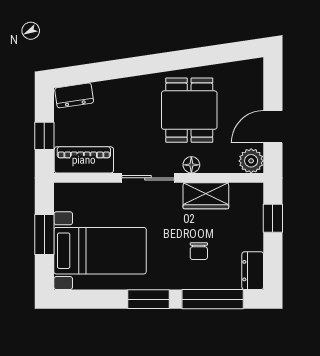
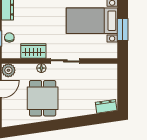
window: (44, 136) -> (123, 84), removed
piano: (84, 160) -> (101, 71), removed
chair: (199, 251) -> (9, 37), moved

